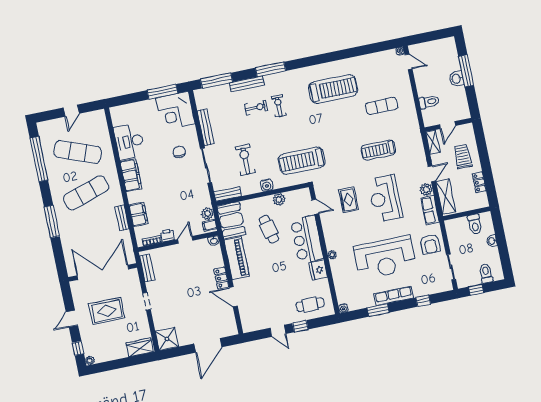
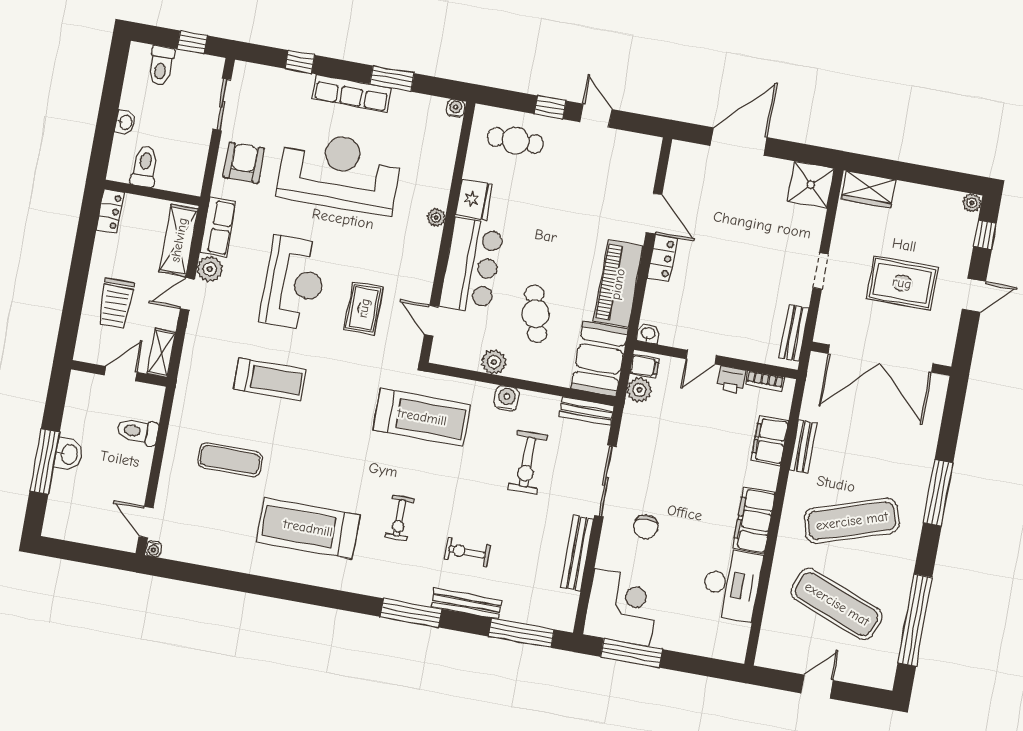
exercise bike: (279, 106) -> (400, 518), moved
locker: (479, 182) -> (110, 211), moved

